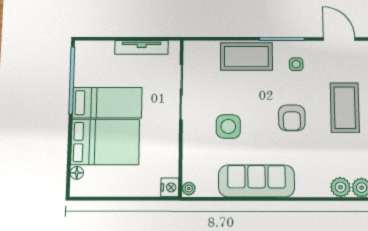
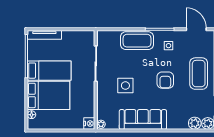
tv unit: (142, 47) -> (44, 35), moved

